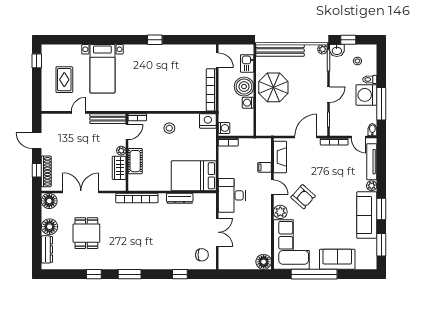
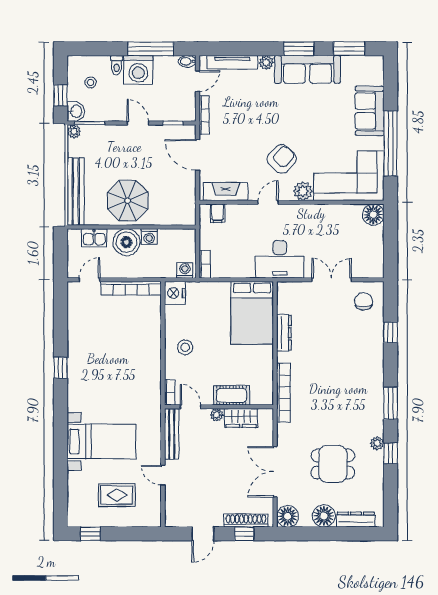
filing cabinet: (265, 167) -> (218, 213), moved
plant: (101, 265) -> (377, 443), added

